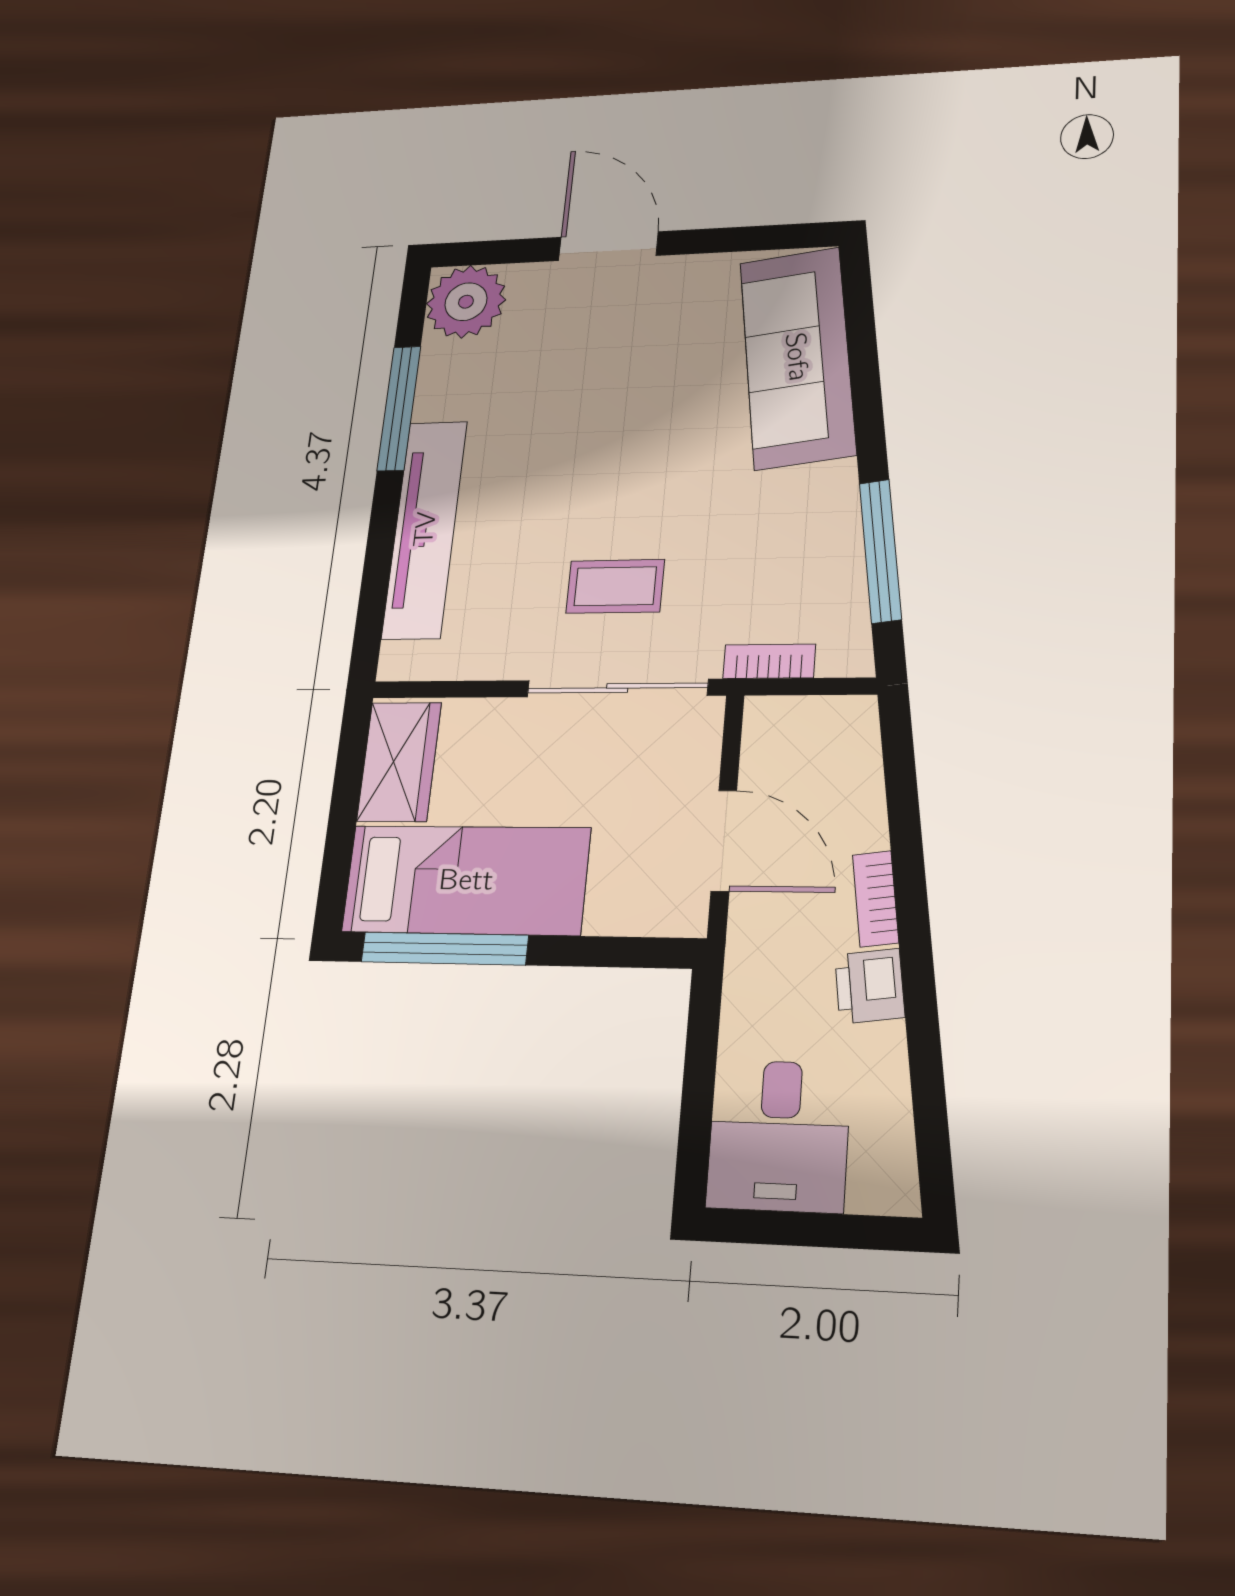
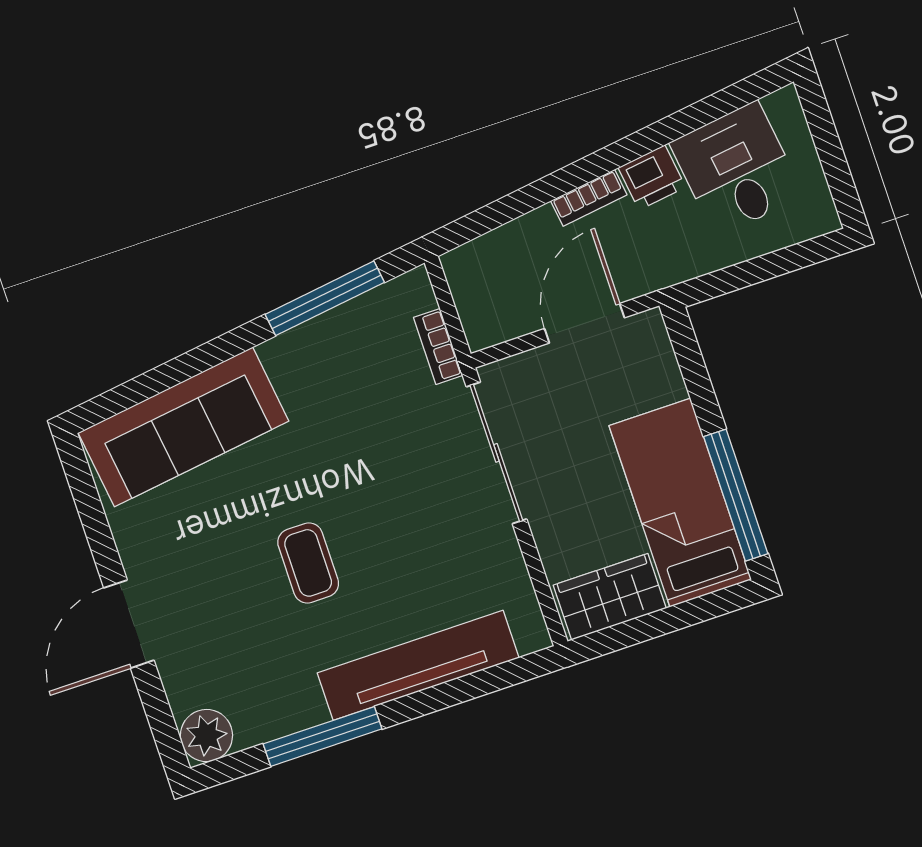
plant: (466, 302) -> (206, 736), width x0.73, depth x0.73
coffee table: (615, 586) -> (308, 563), moved
desk: (779, 1136) -> (737, 169), moved, turned -98

